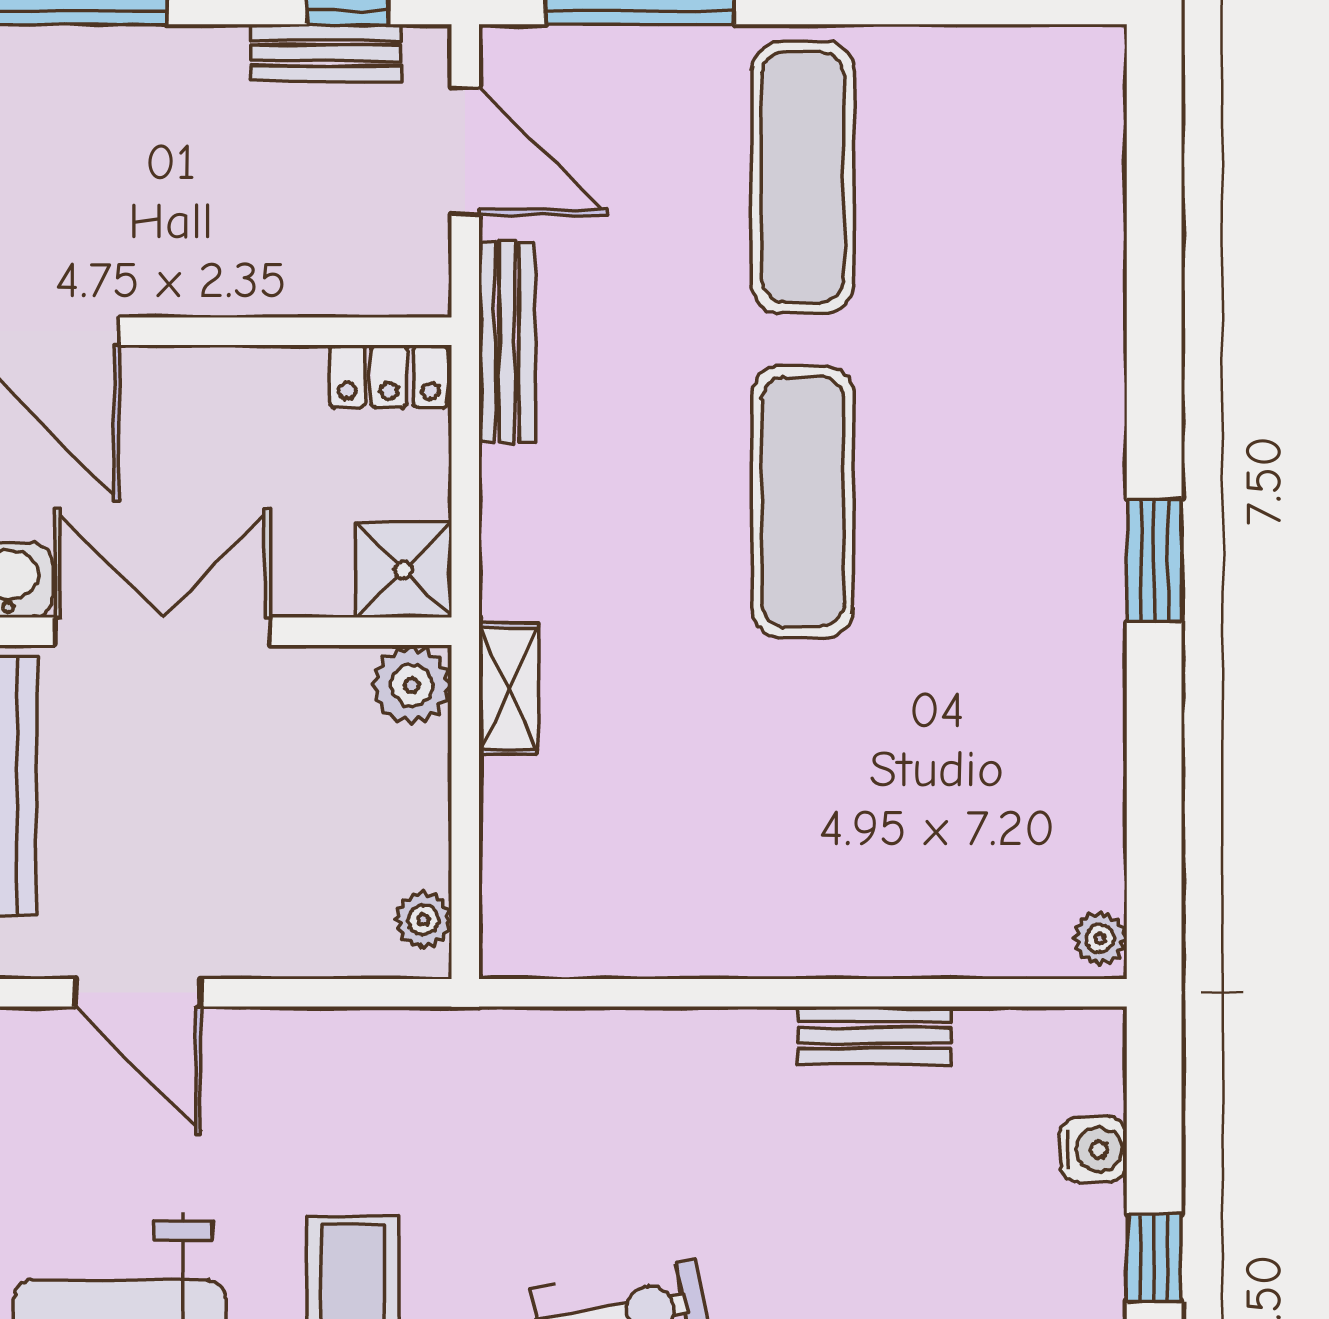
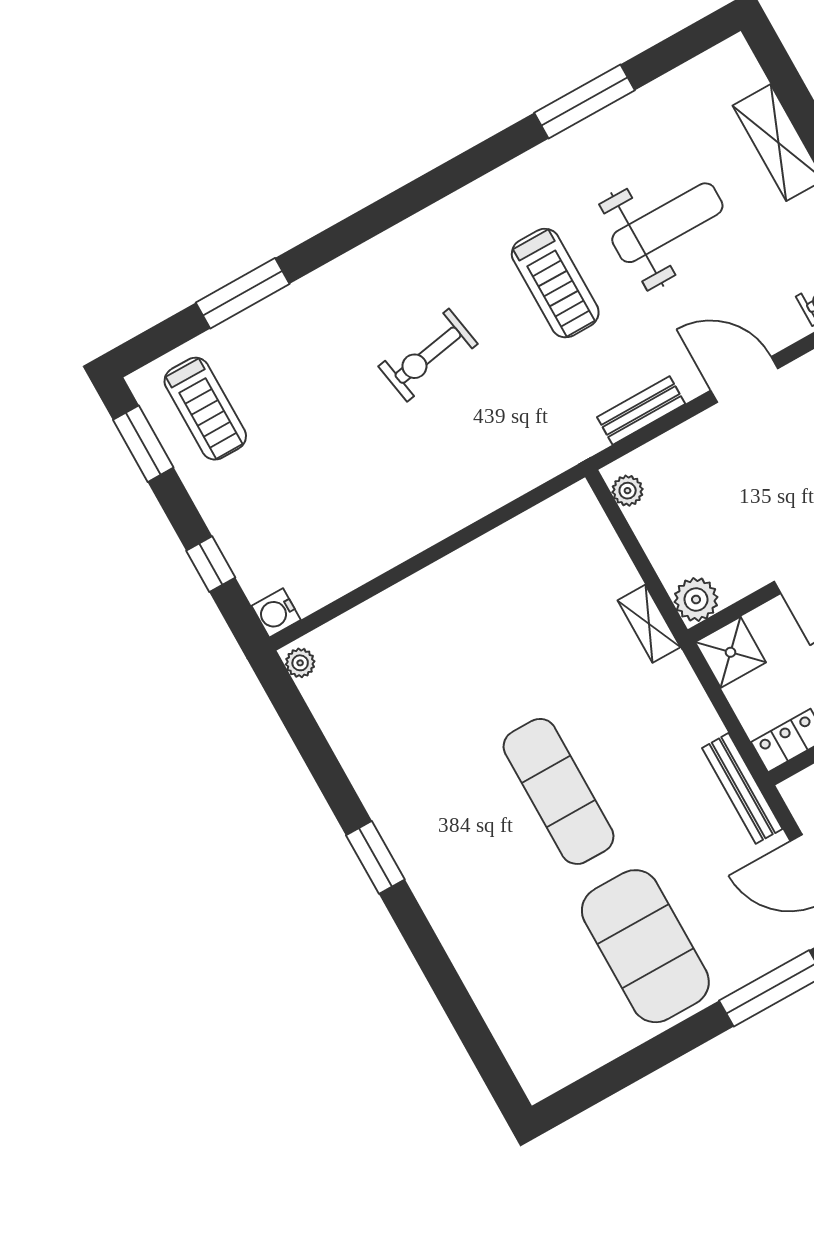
exercise mat: (803, 177) -> (645, 946), width x1.47
bench: (875, 1036) -> (641, 410), moved
water cooler: (1093, 1150) -> (276, 613), moved
window: (1154, 1258) -> (211, 564), moved

